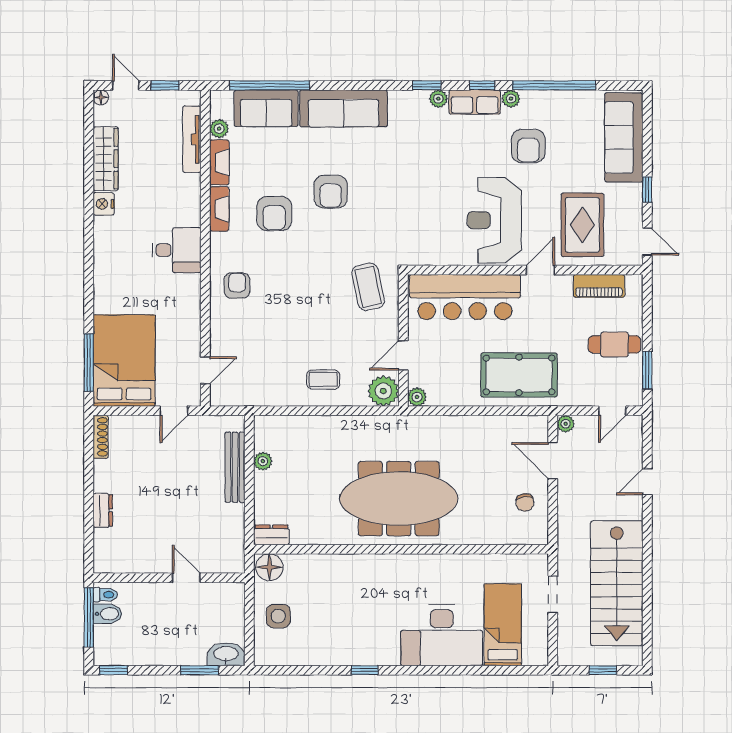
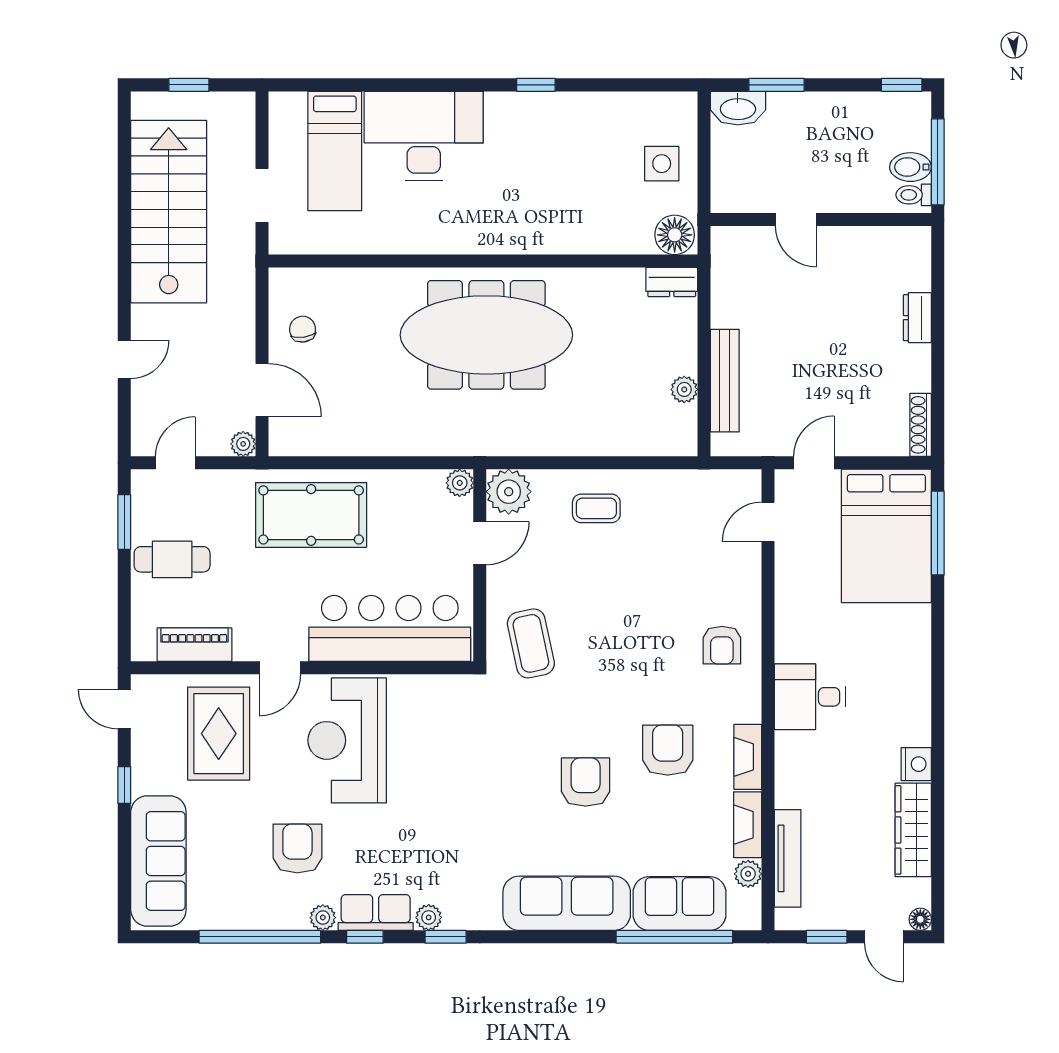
reception desk: (494, 220) -> (347, 740), turned 180

